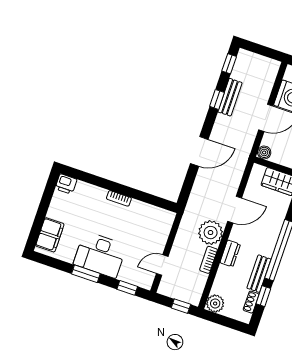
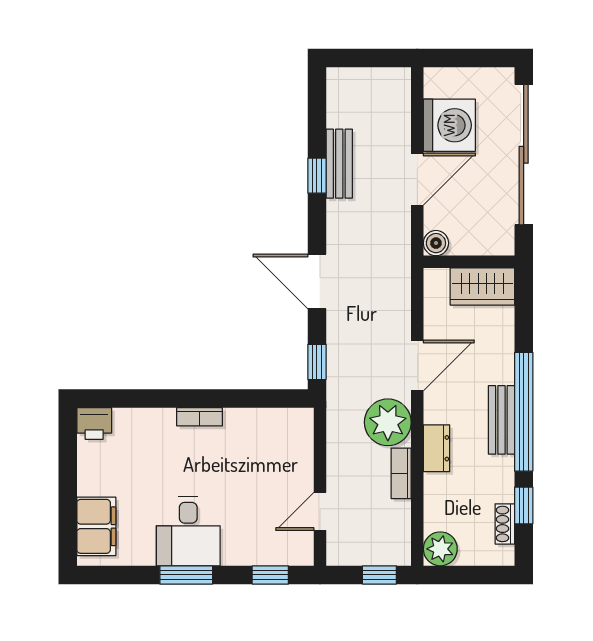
window: (229, 64) -> (317, 362), moved
door: (199, 151) -> (317, 282), swing flipped
desk: (100, 255) -> (188, 531), width x0.73
bench: (259, 274) -> (501, 420), moved

